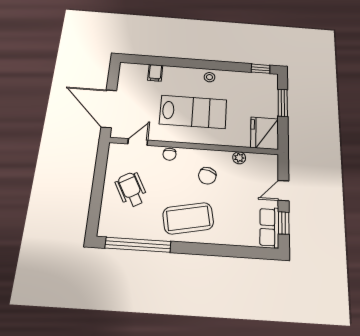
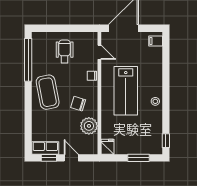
filing cabinet: (155, 73) -> (156, 41), moved
fridge: (265, 133) -> (107, 147), width x0.53, depth x0.75
plant: (239, 158) -> (89, 126), width x1.88, depth x1.88
wheelchair: (131, 190) -> (65, 51), turned -61

